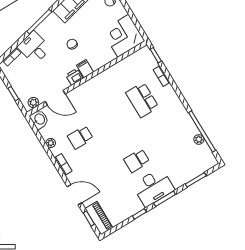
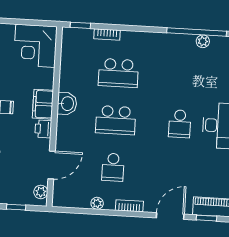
filing cabinet: (85, 69) -> (43, 104), width x2.00
washbasin: (39, 119) -> (67, 104), moved, turned 90
school desk: (111, 119) -> (116, 120), added

